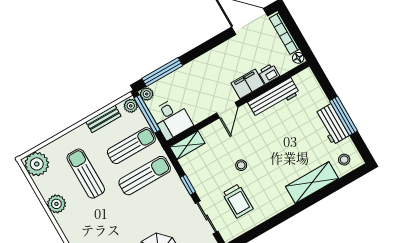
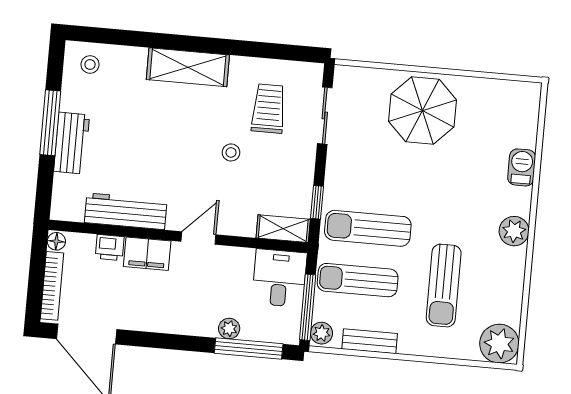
plant: (147, 94) -> (229, 329), moved
workbench: (332, 124) -> (72, 143), moved
shelving: (312, 182) -> (188, 67), moved
window: (188, 185) -> (317, 202), moved
plant: (56, 204) -> (514, 231), moved

